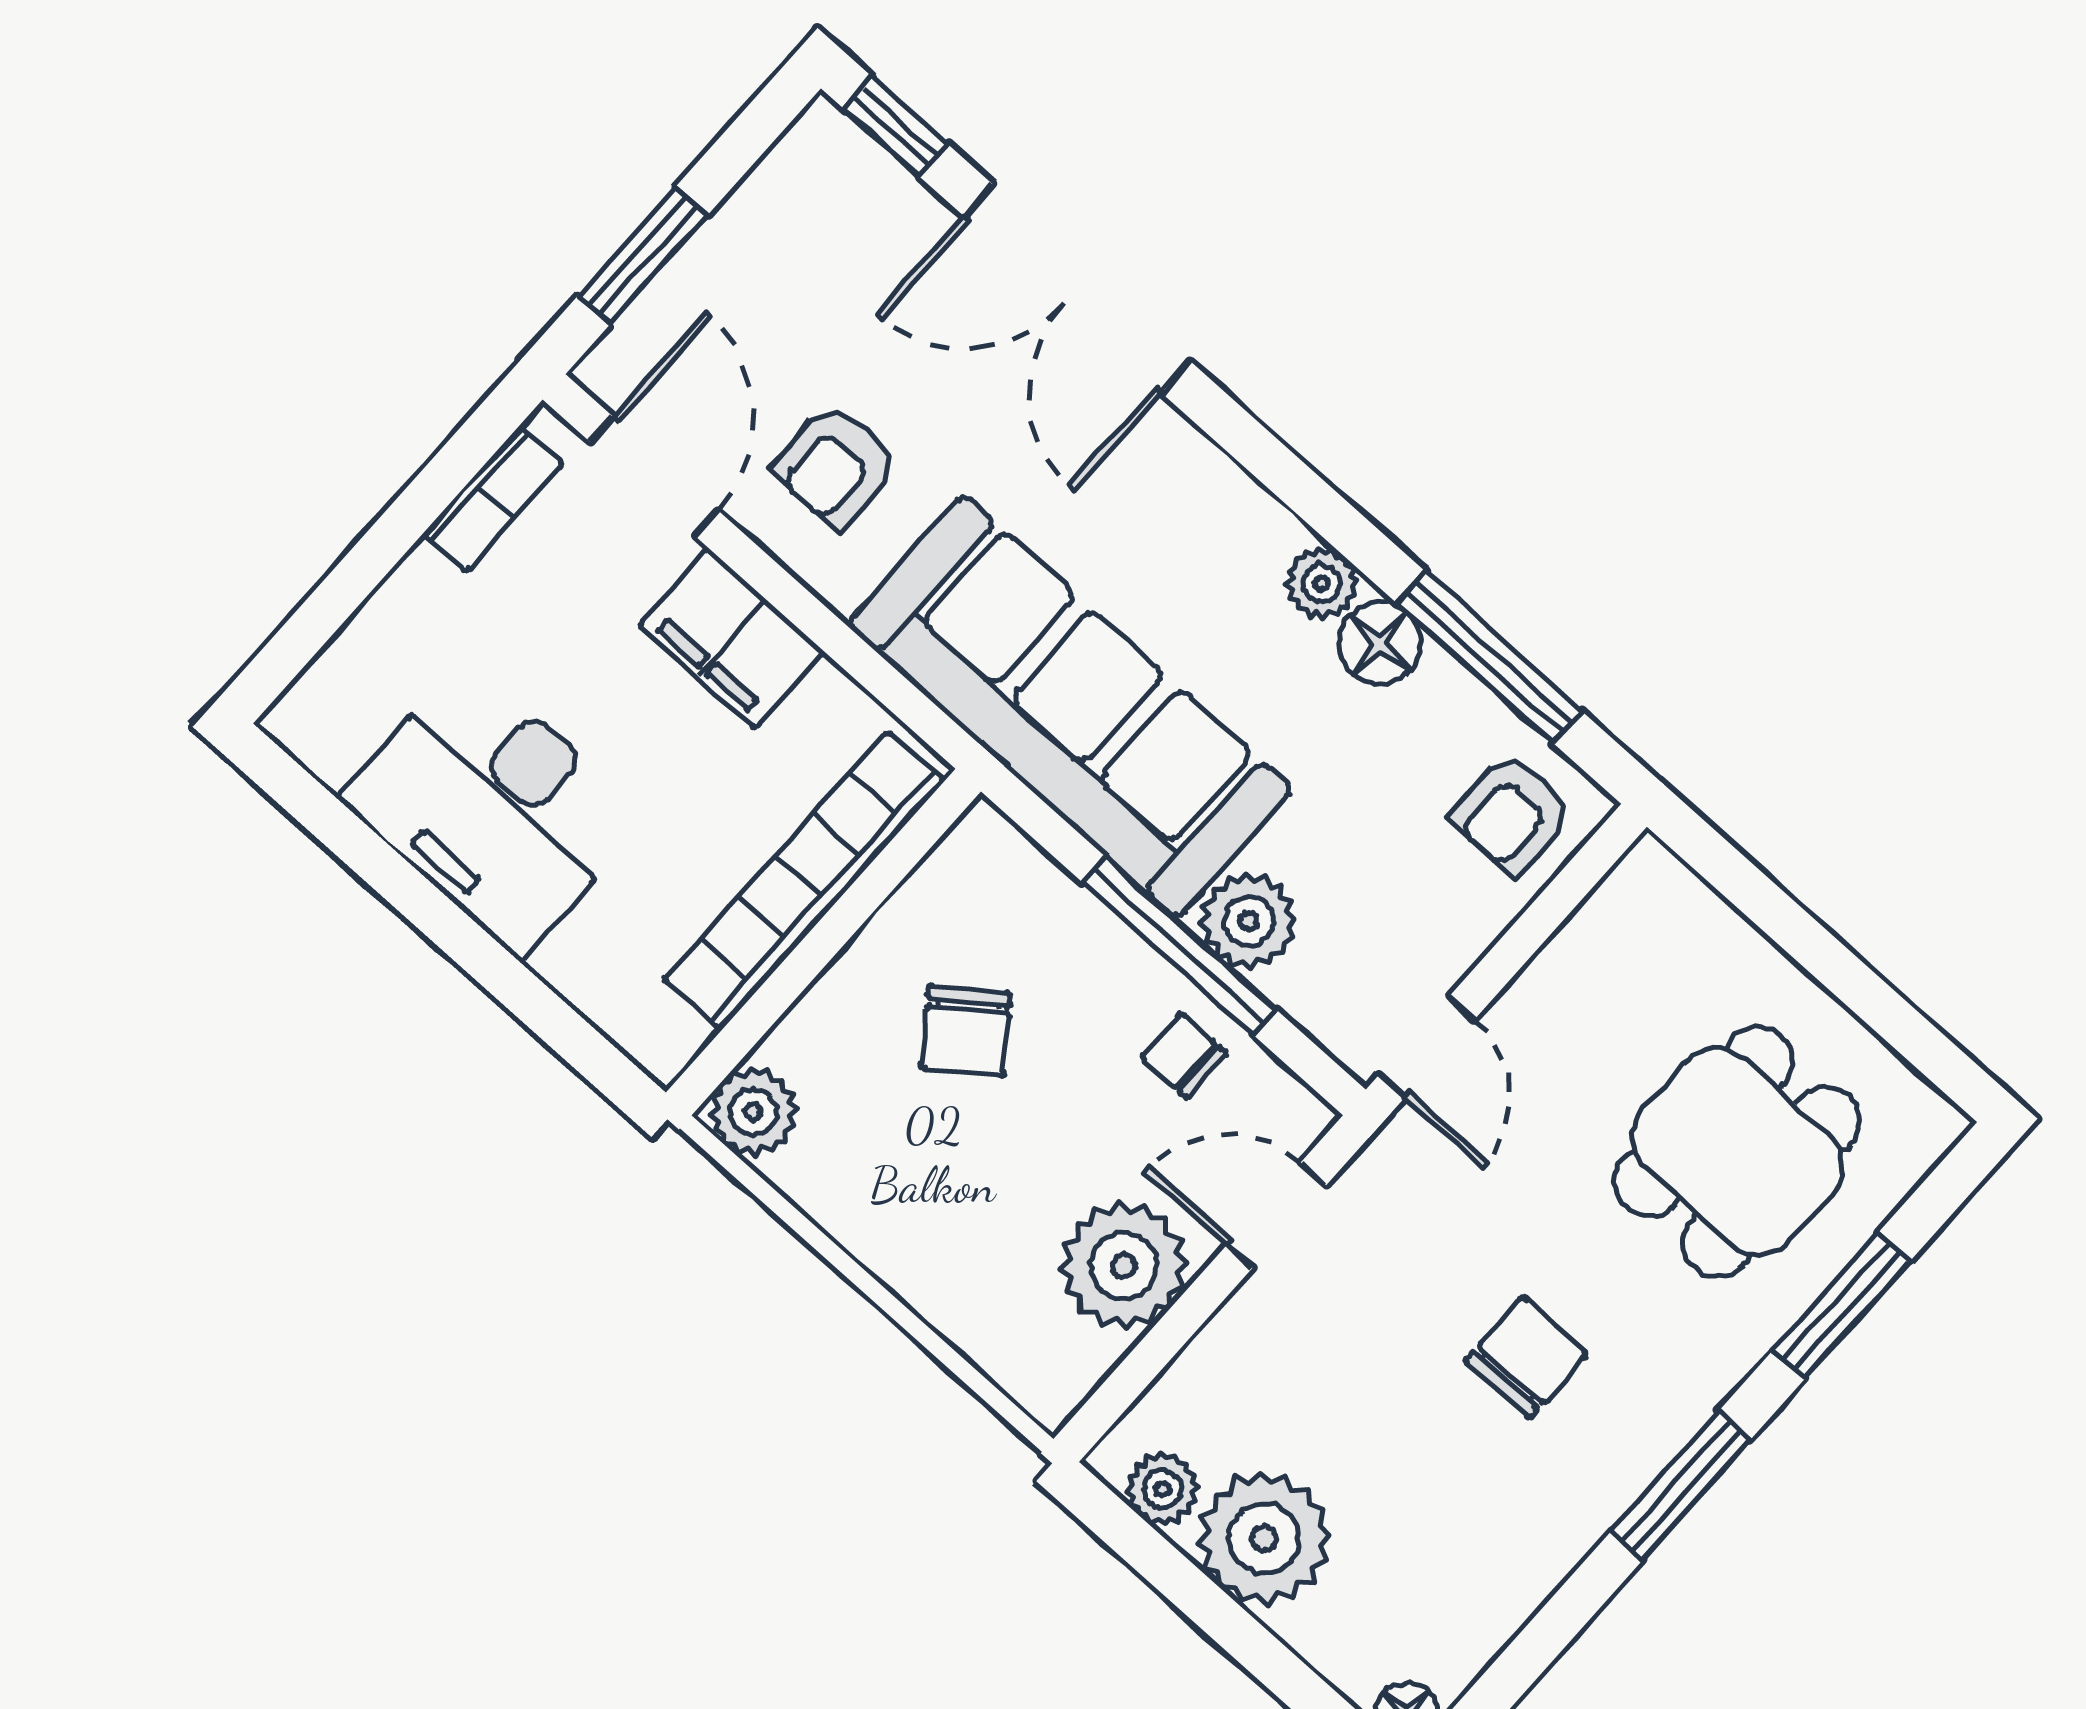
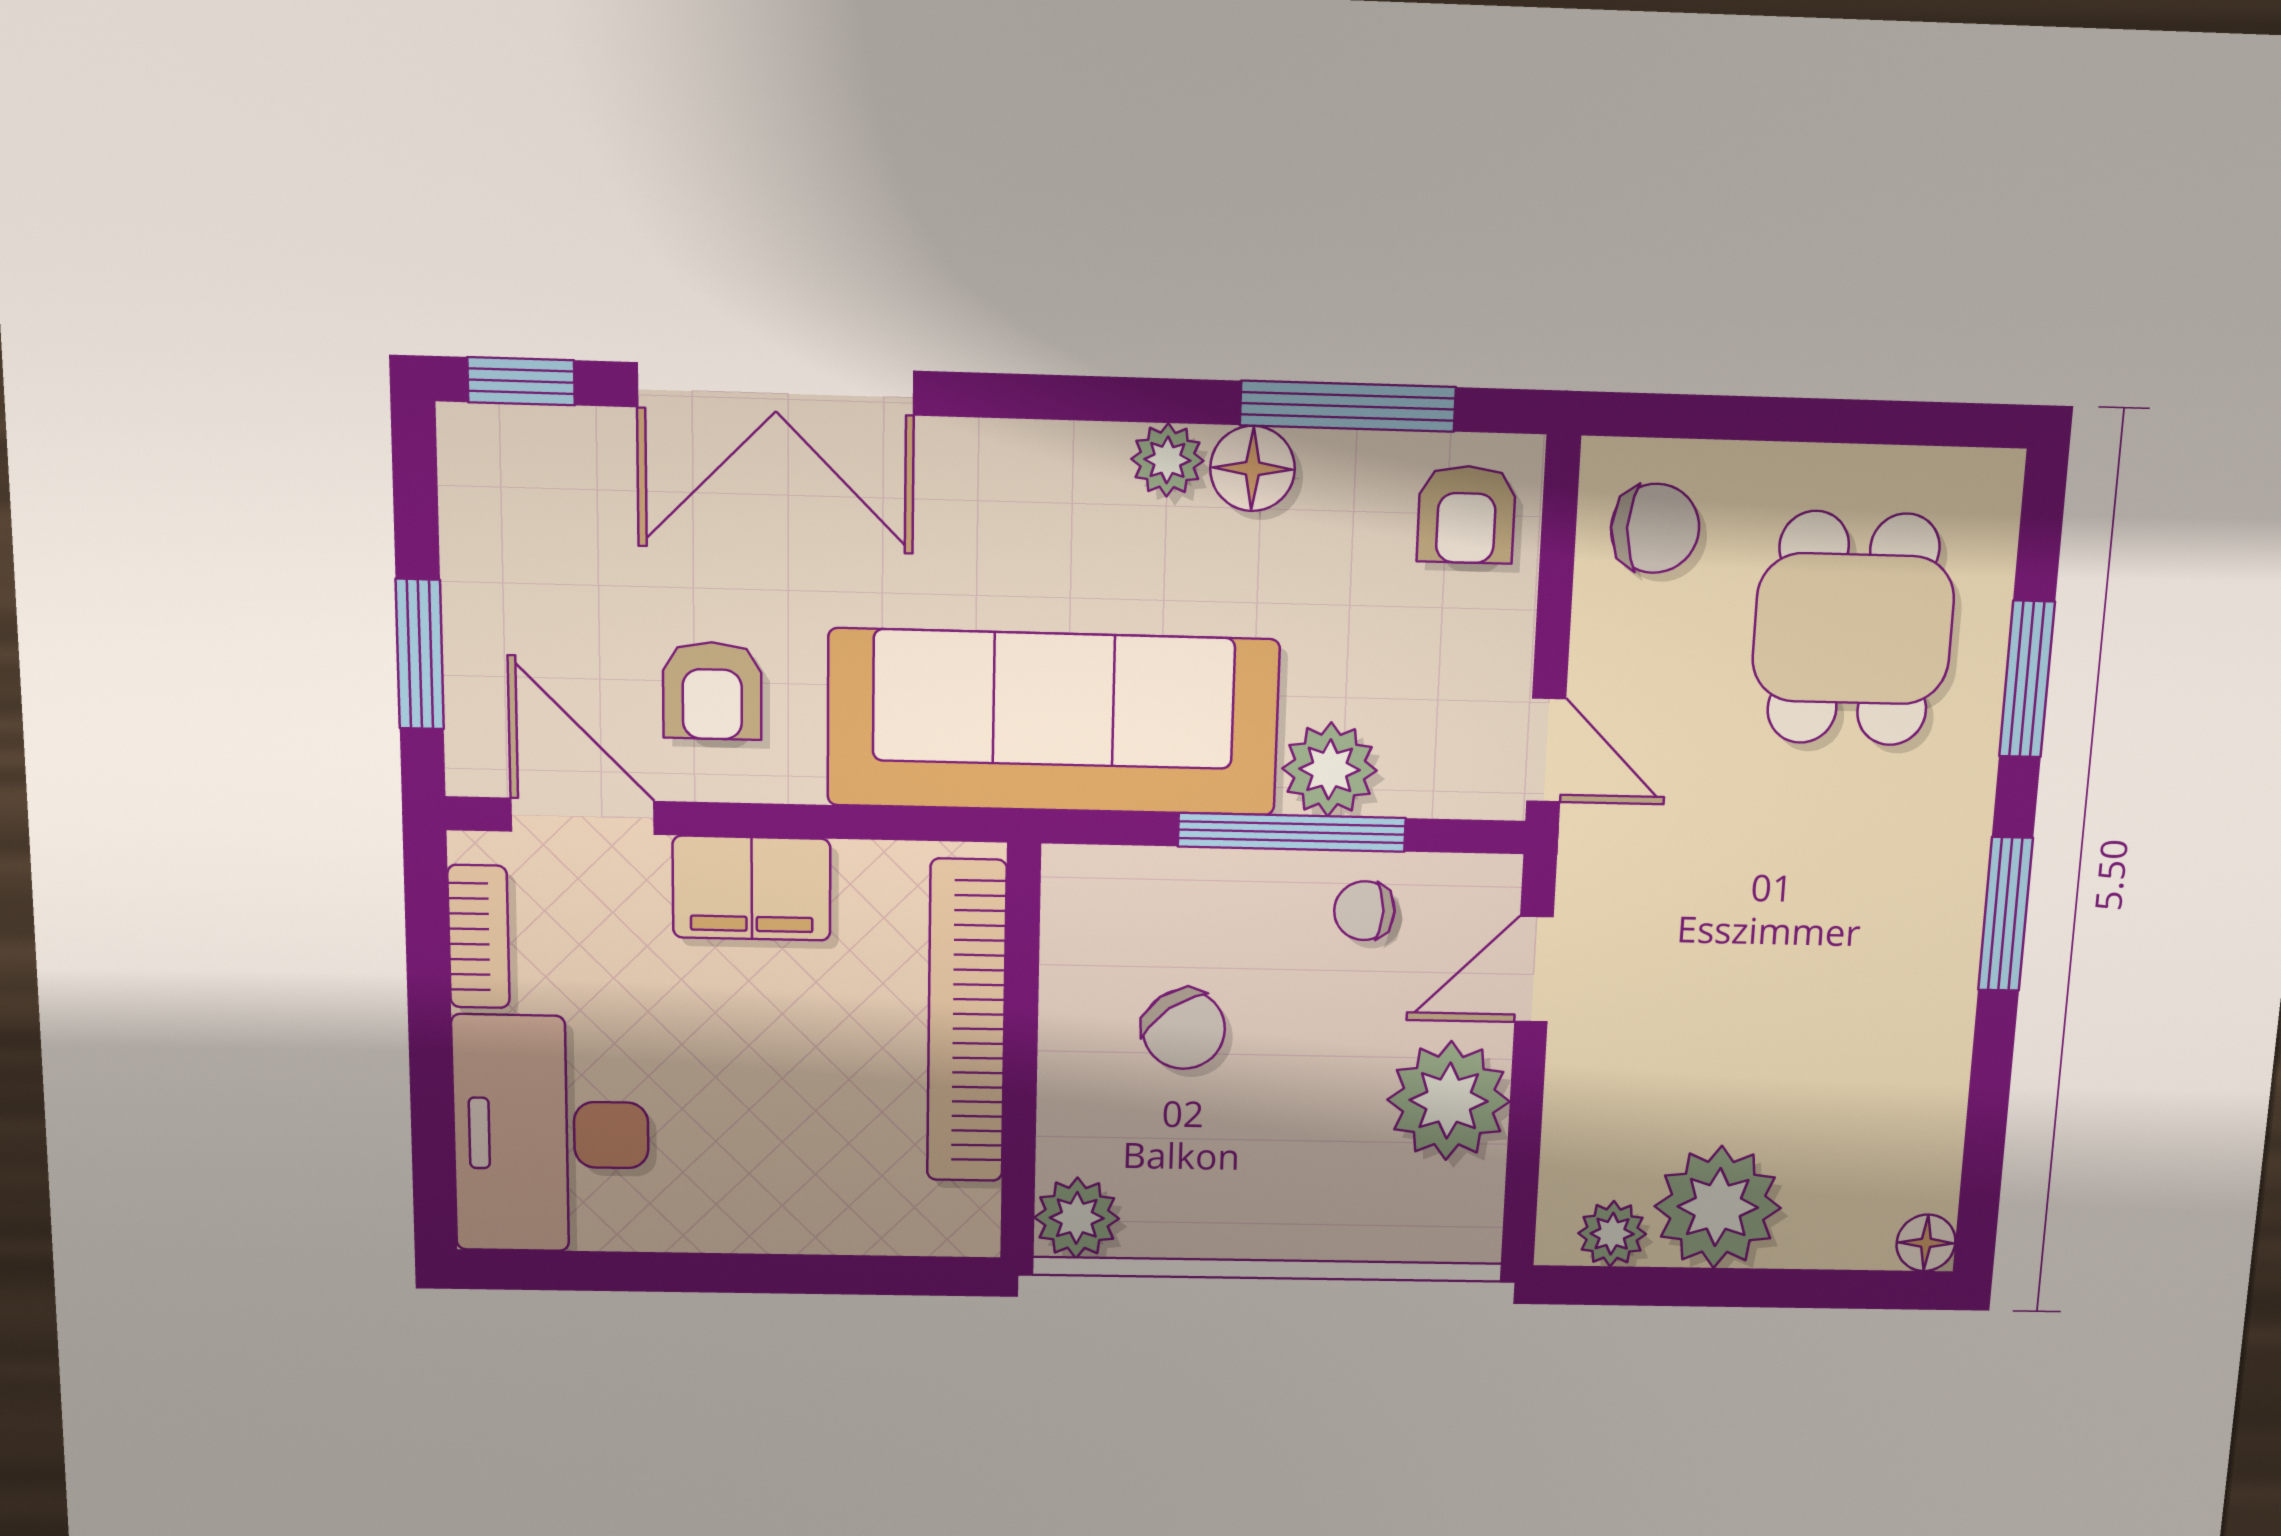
desk: (493, 808) -> (551, 1134), moved, turned 90
chair: (1526, 1358) -> (1655, 528), moved, turned 90

